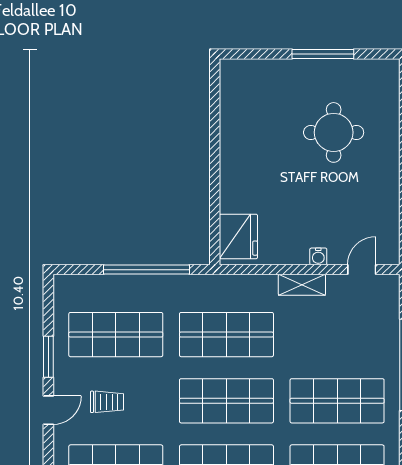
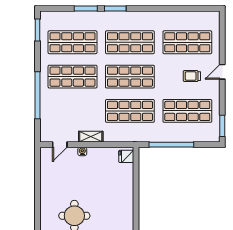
fridge: (238, 236) -> (126, 156), width x0.53, depth x0.75
window: (48, 357) -> (222, 126), moved

